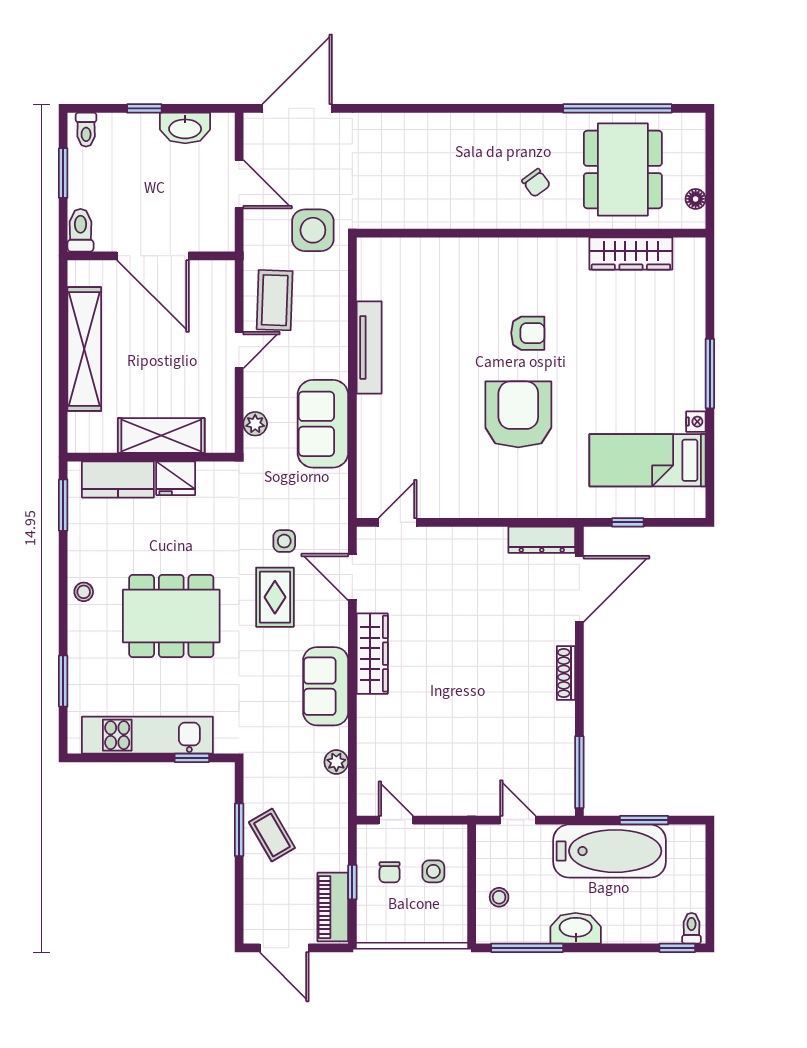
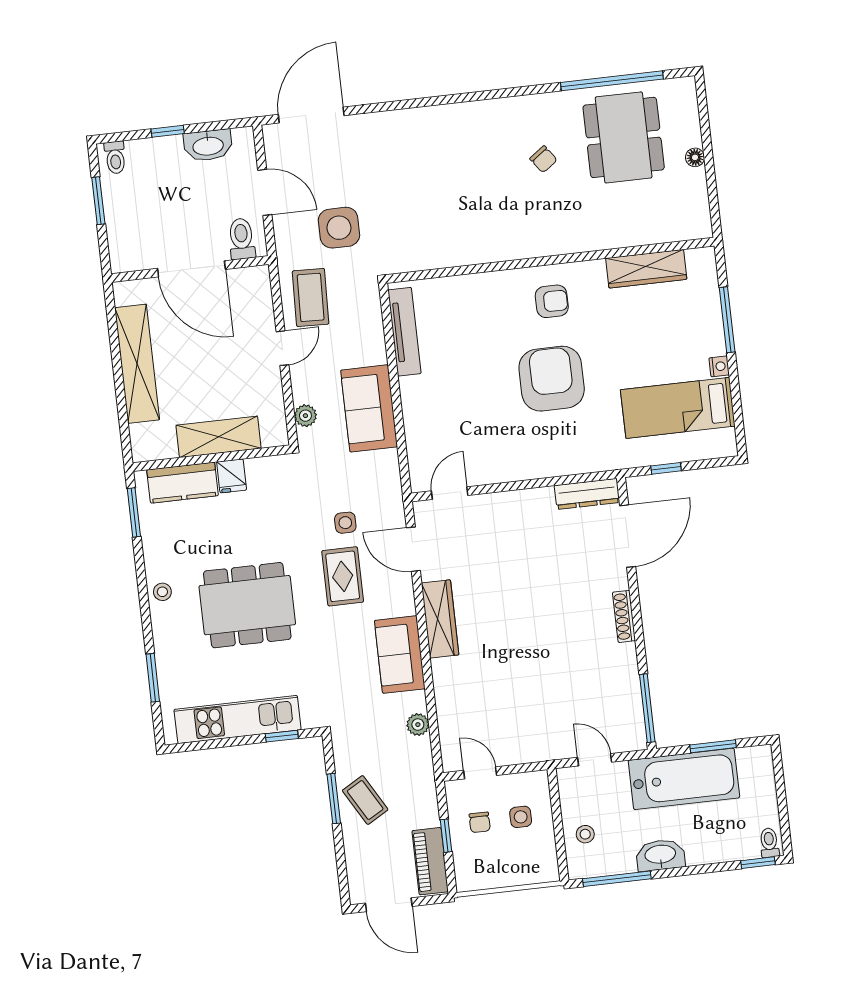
toilet: (80, 230) -> (242, 239), moved
wall: (531, 233) -> (550, 260), moved
wardrobe: (631, 253) -> (646, 269), moved
fridge: (176, 478) -> (232, 476), width x0.72

